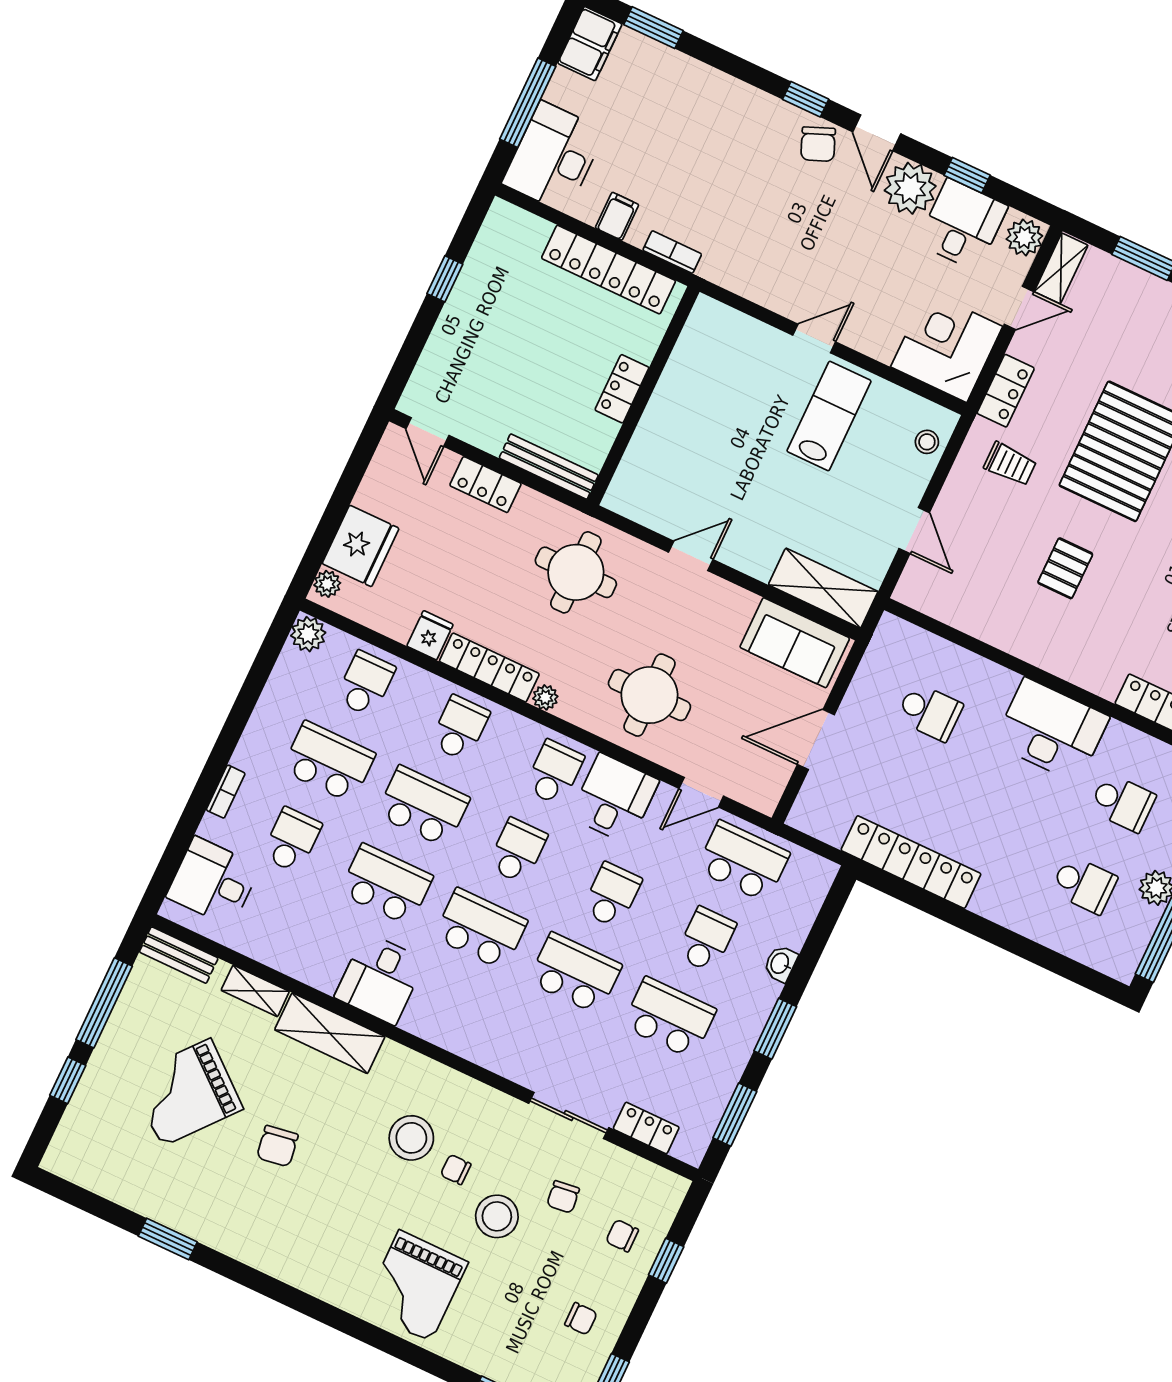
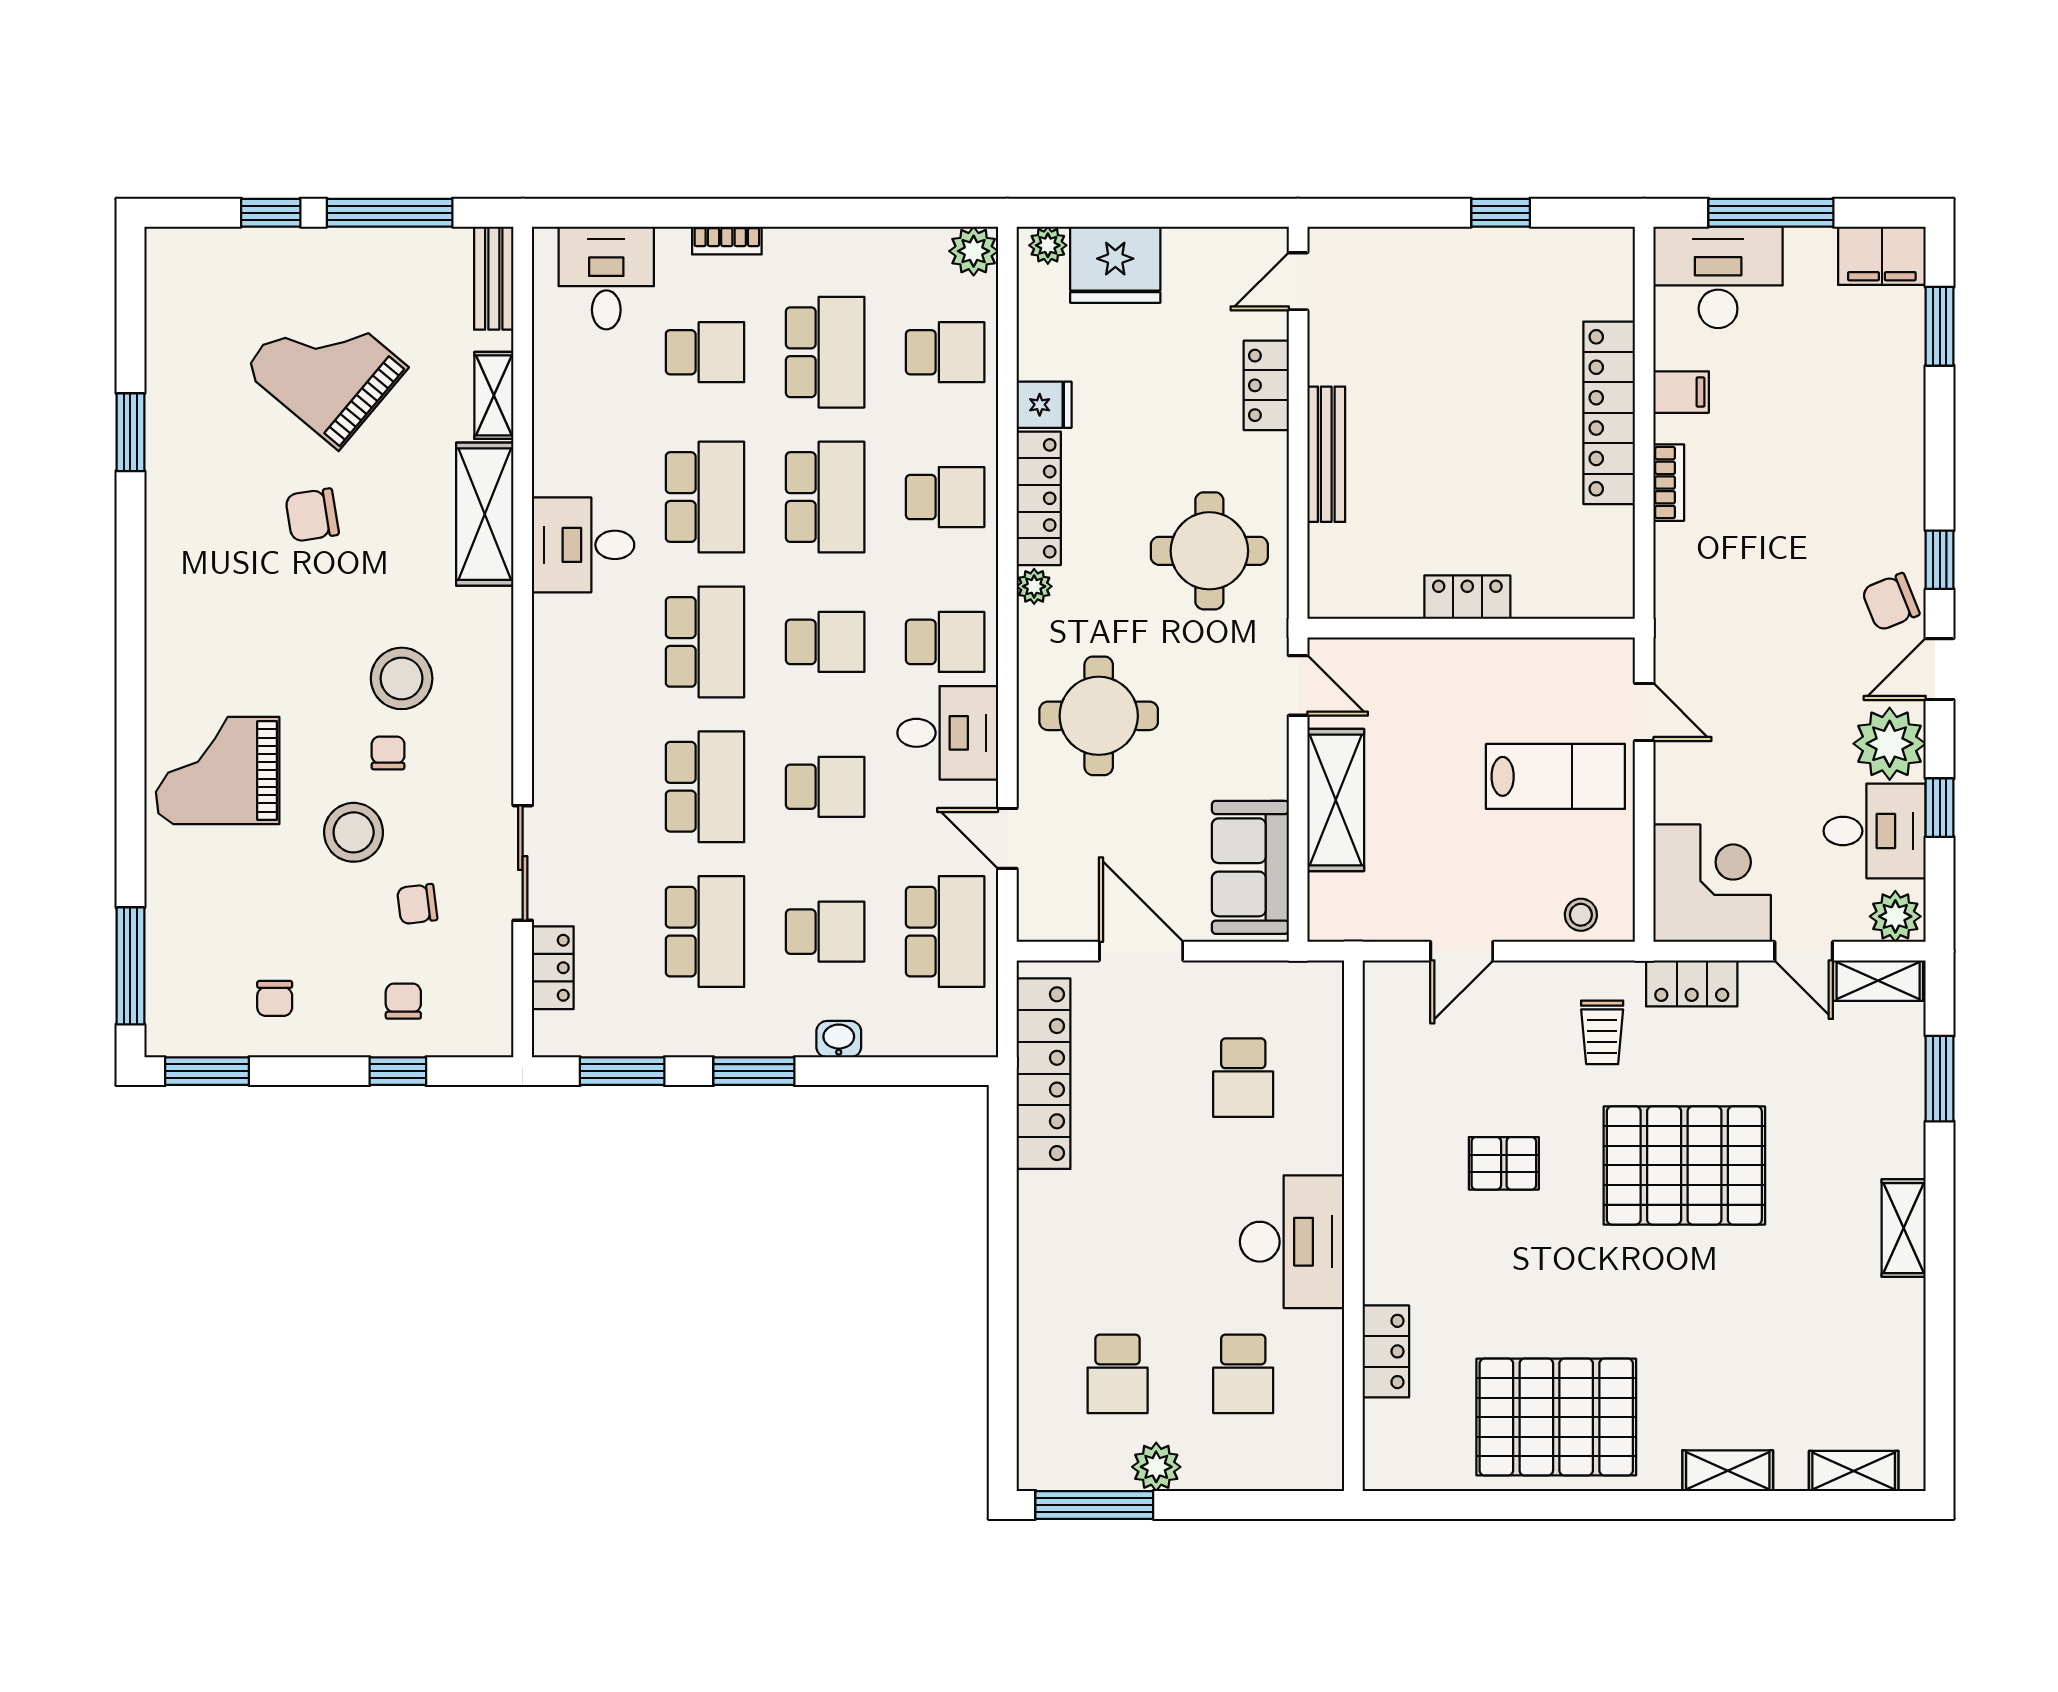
locker: (622, 389) -> (1467, 597), moved
wall: (643, 396) -> (1471, 628), moved
shelving: (823, 588) -> (1336, 800), moved
locker: (911, 862) -> (1043, 1074), moved

